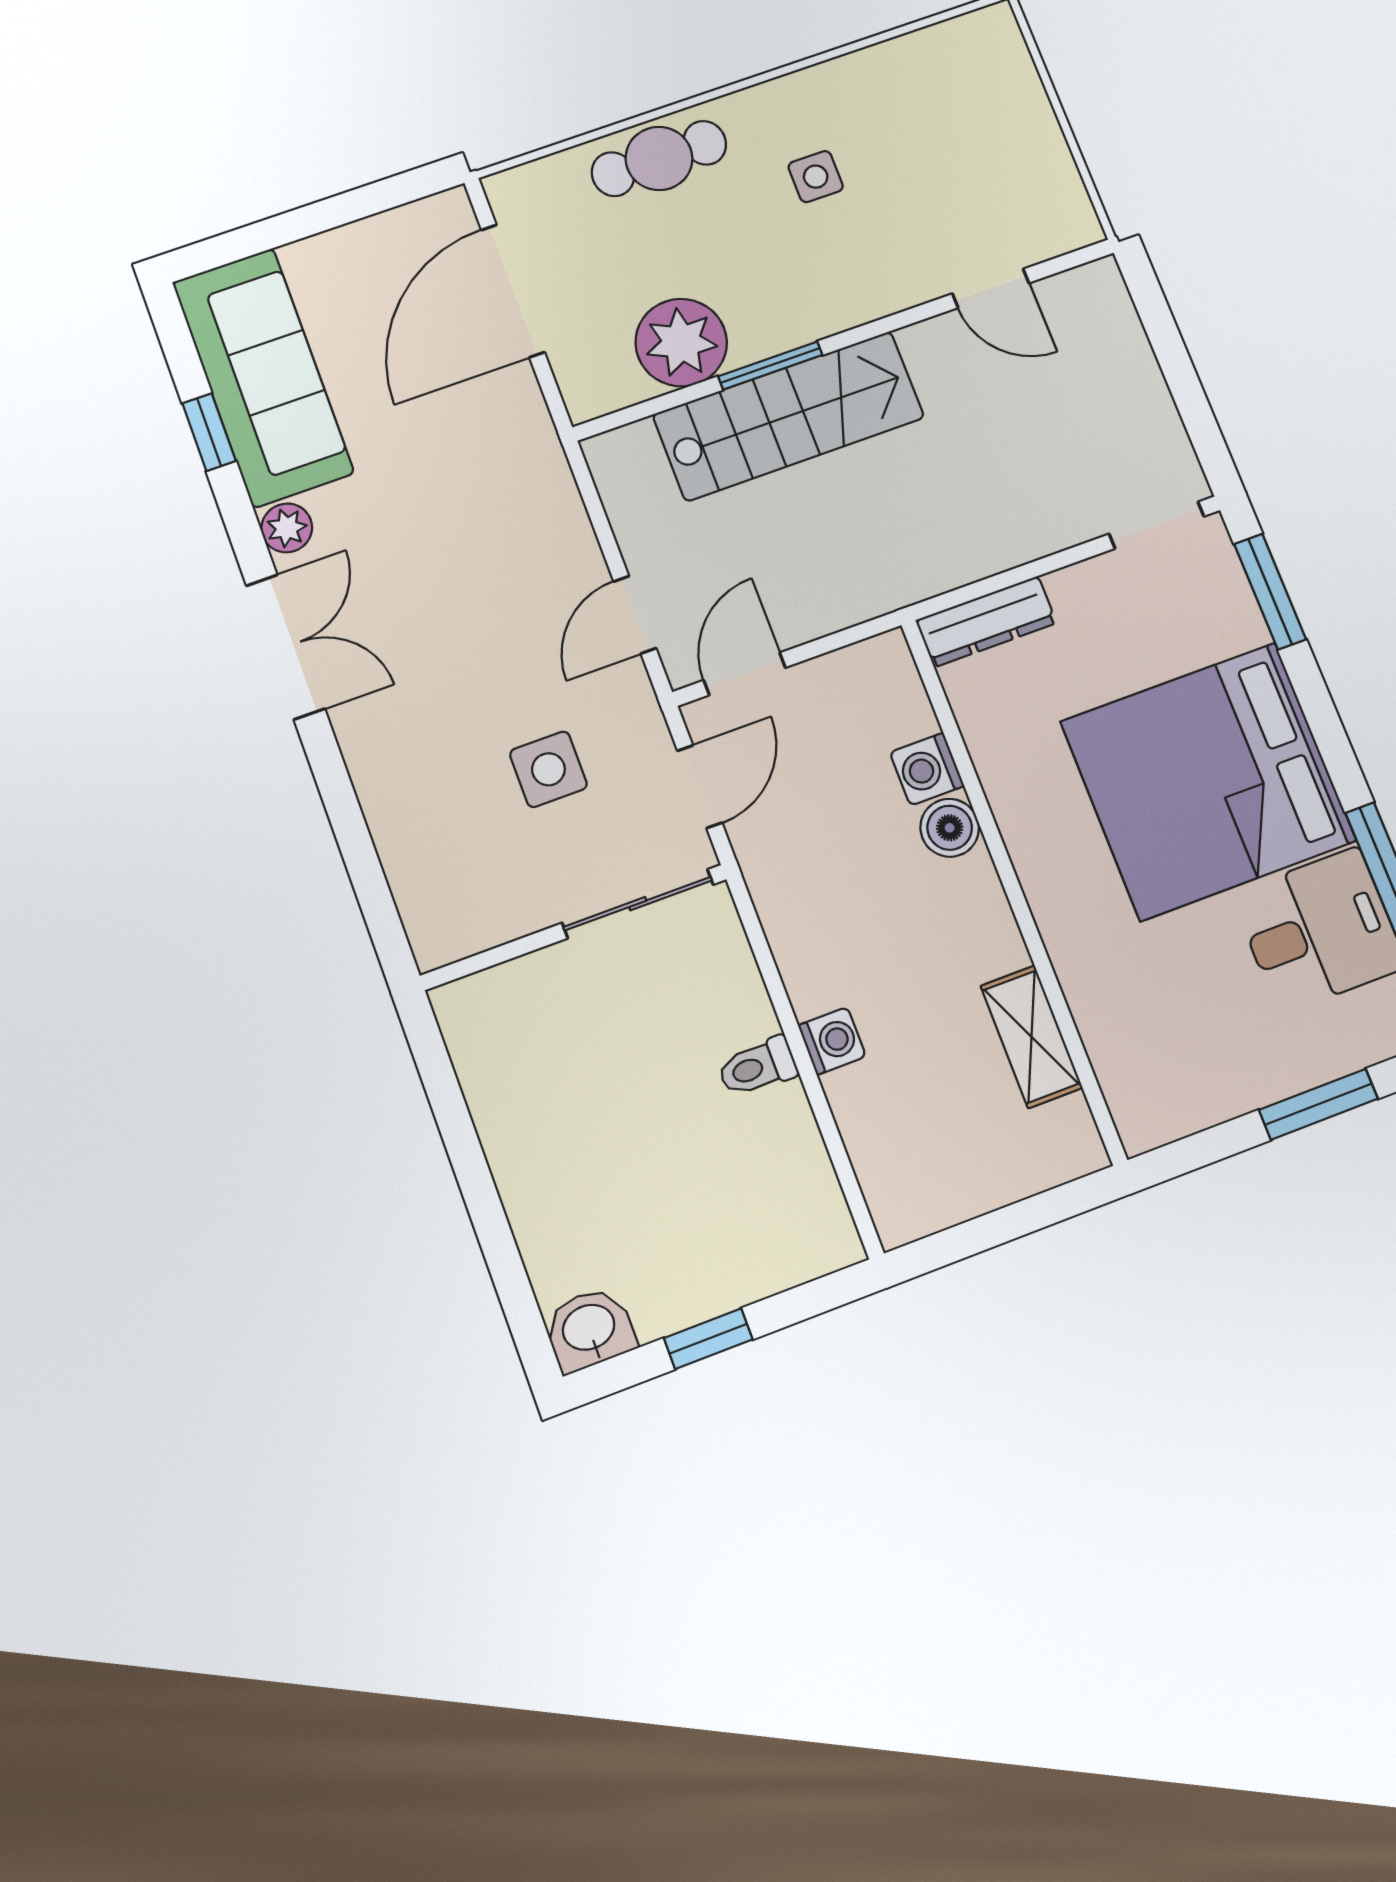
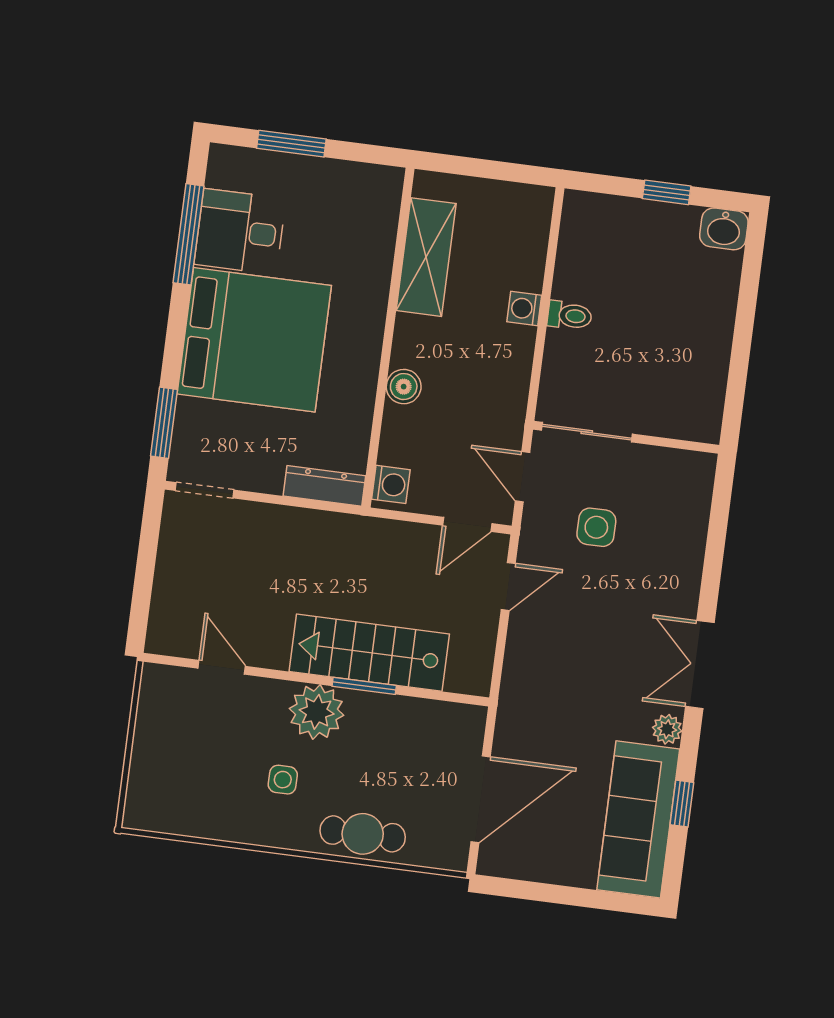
plant: (681, 343) -> (317, 712), moved
washing machine: (927, 769) -> (391, 484), moved
door: (700, 787) -> (522, 477), hinge flipped
shelving: (1031, 1037) -> (426, 257), width x1.50, depth x1.33

